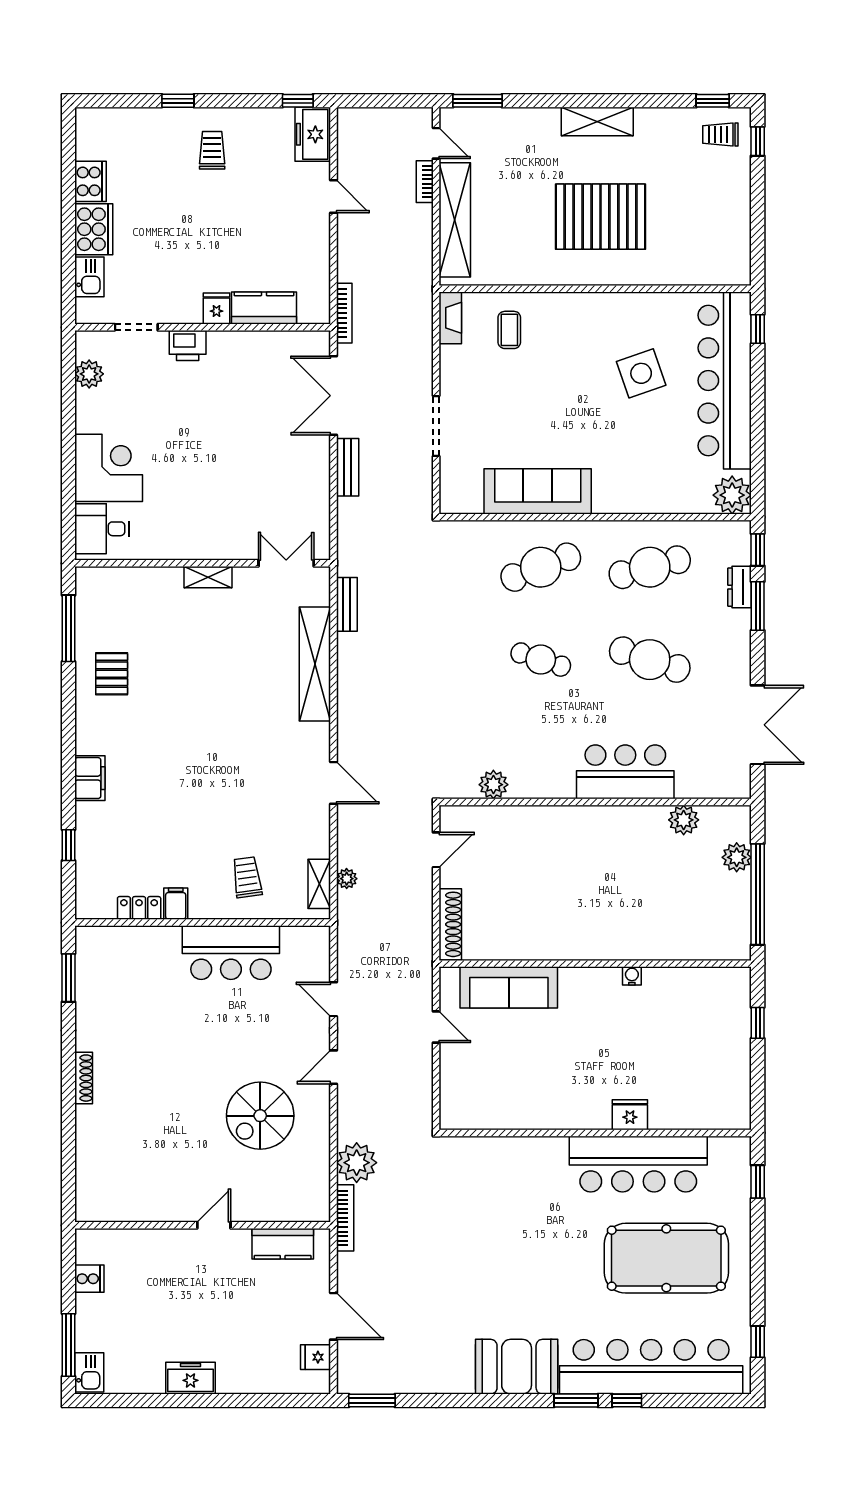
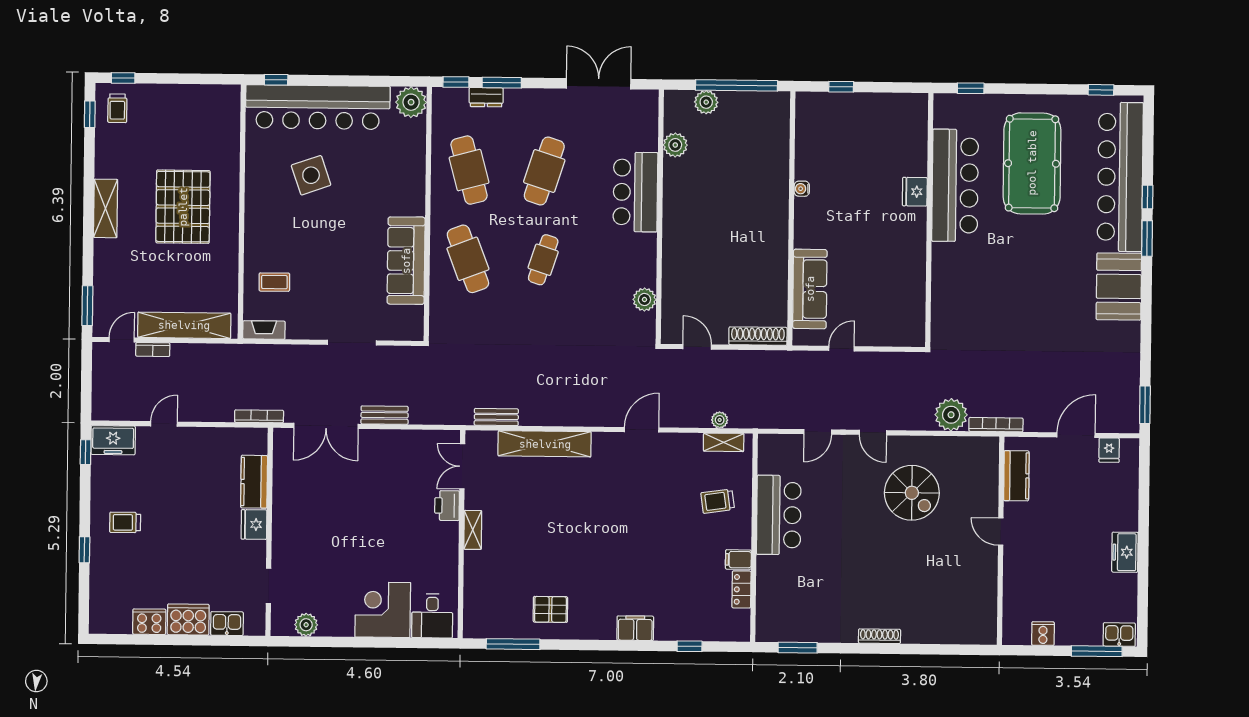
fridge: (216, 309) -> (254, 524), width x1.38
printer: (188, 345) -> (447, 506), moved, turned 180

